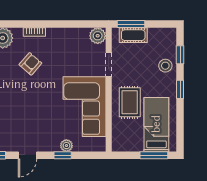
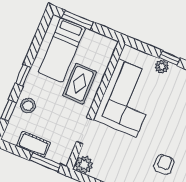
cot: (133, 35) -> (34, 144), moved
armchair: (30, 64) -> (164, 164), turned 139

